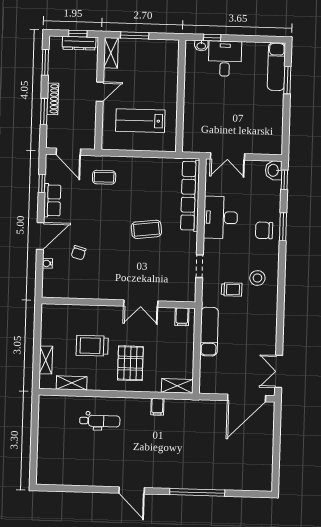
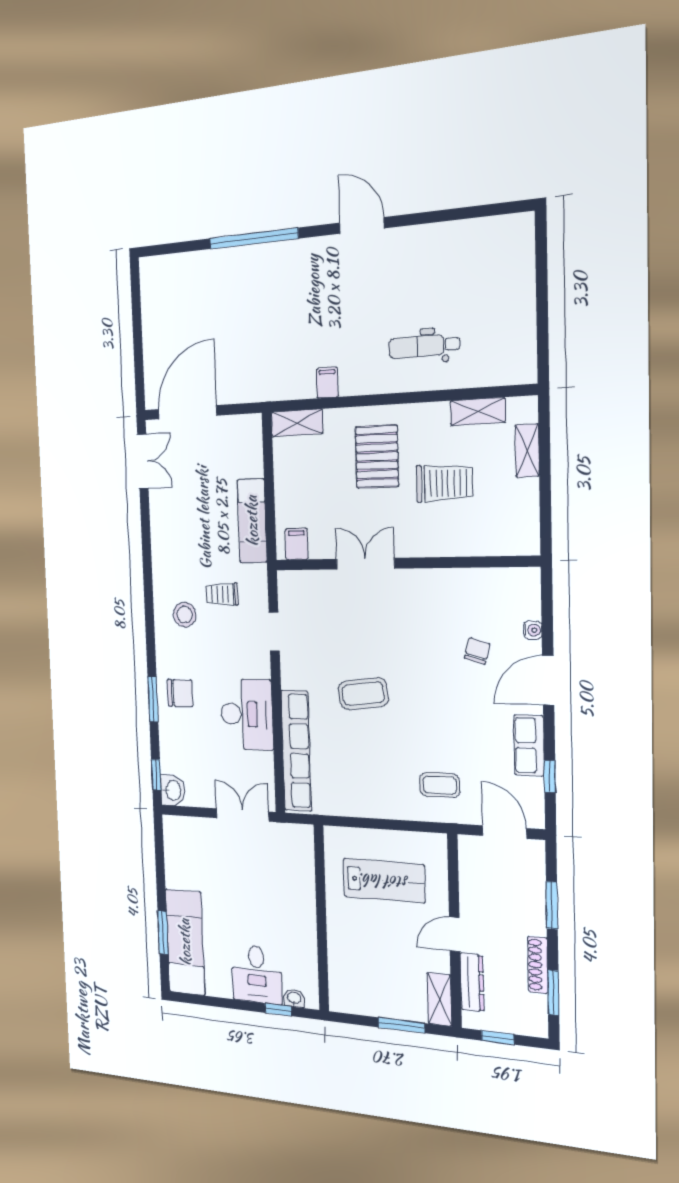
dresser: (79, 43) -> (472, 982), moved, turned 90
exam couch: (276, 67) -> (185, 942), width x1.36, depth x1.45
shoe rack: (53, 99) -> (538, 965), moved

